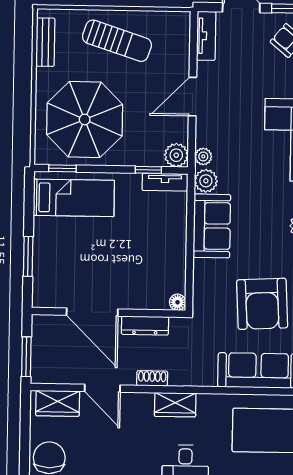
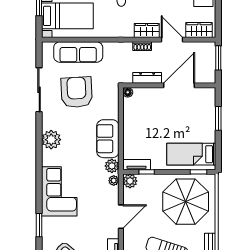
door: (92, 312) -> (179, 85), hinge flipped
wardrobe: (175, 405) -> (147, 31), moved

